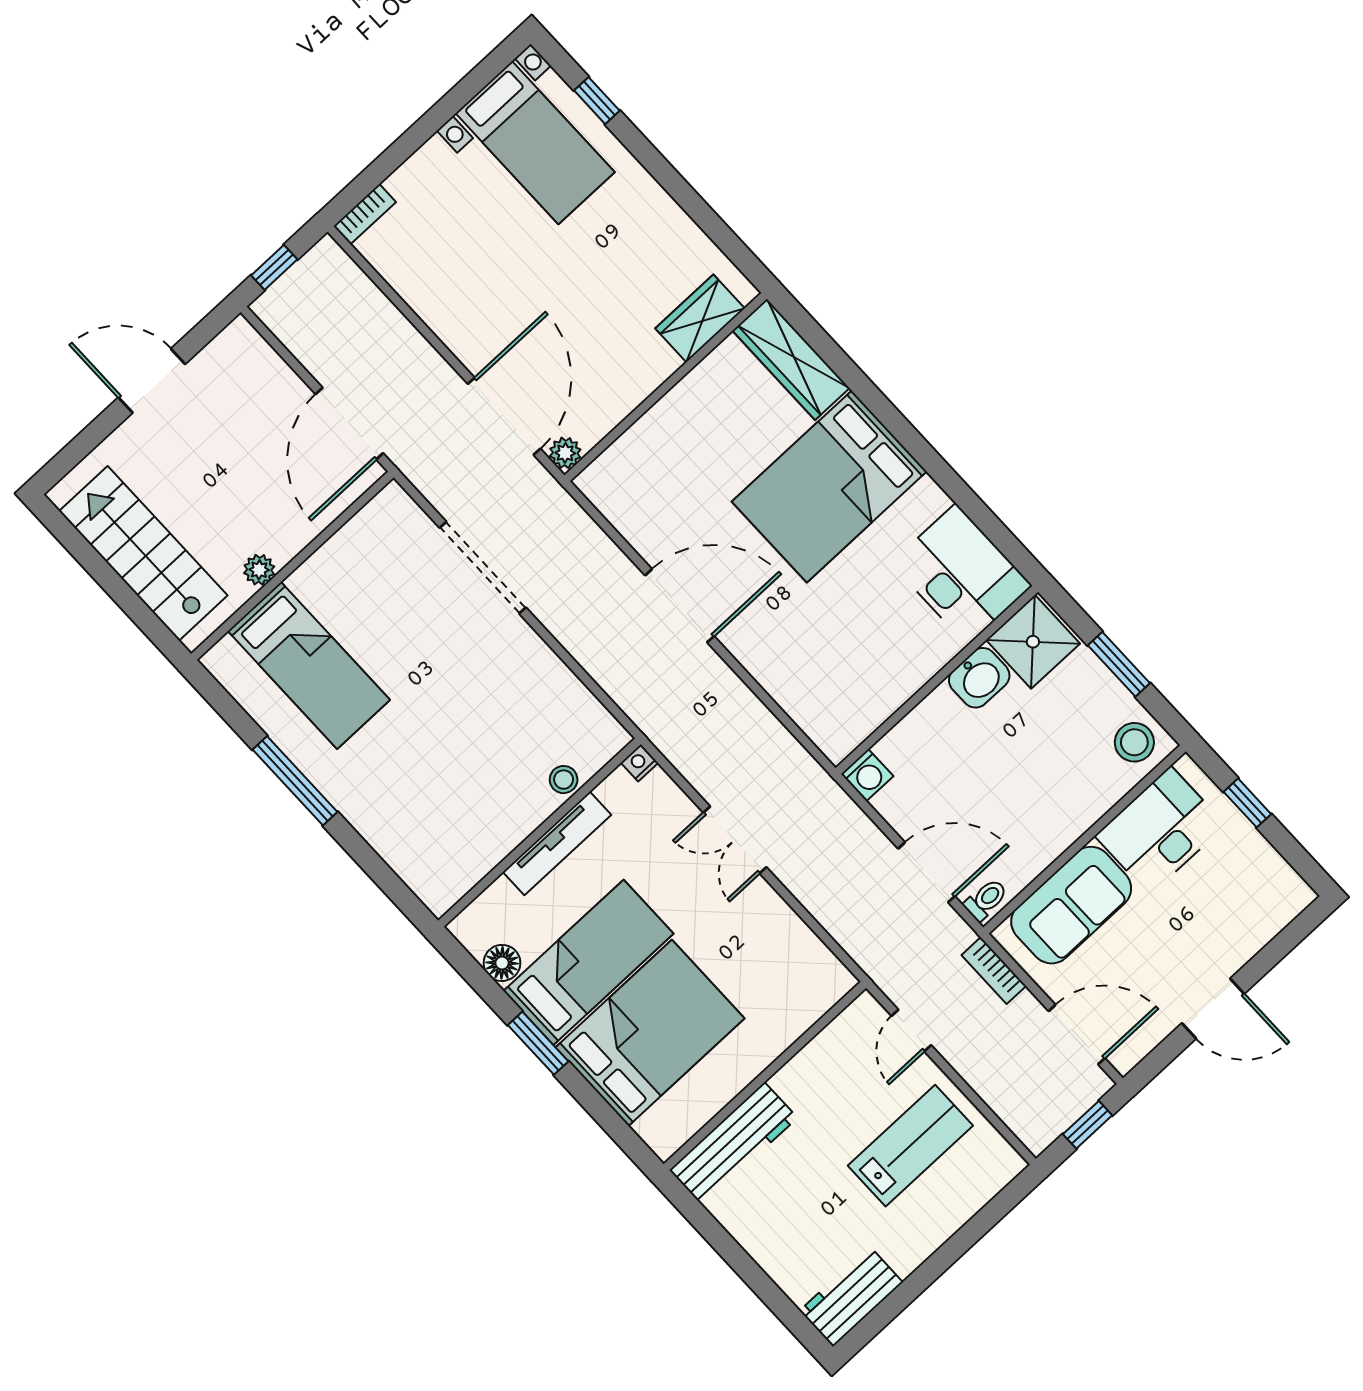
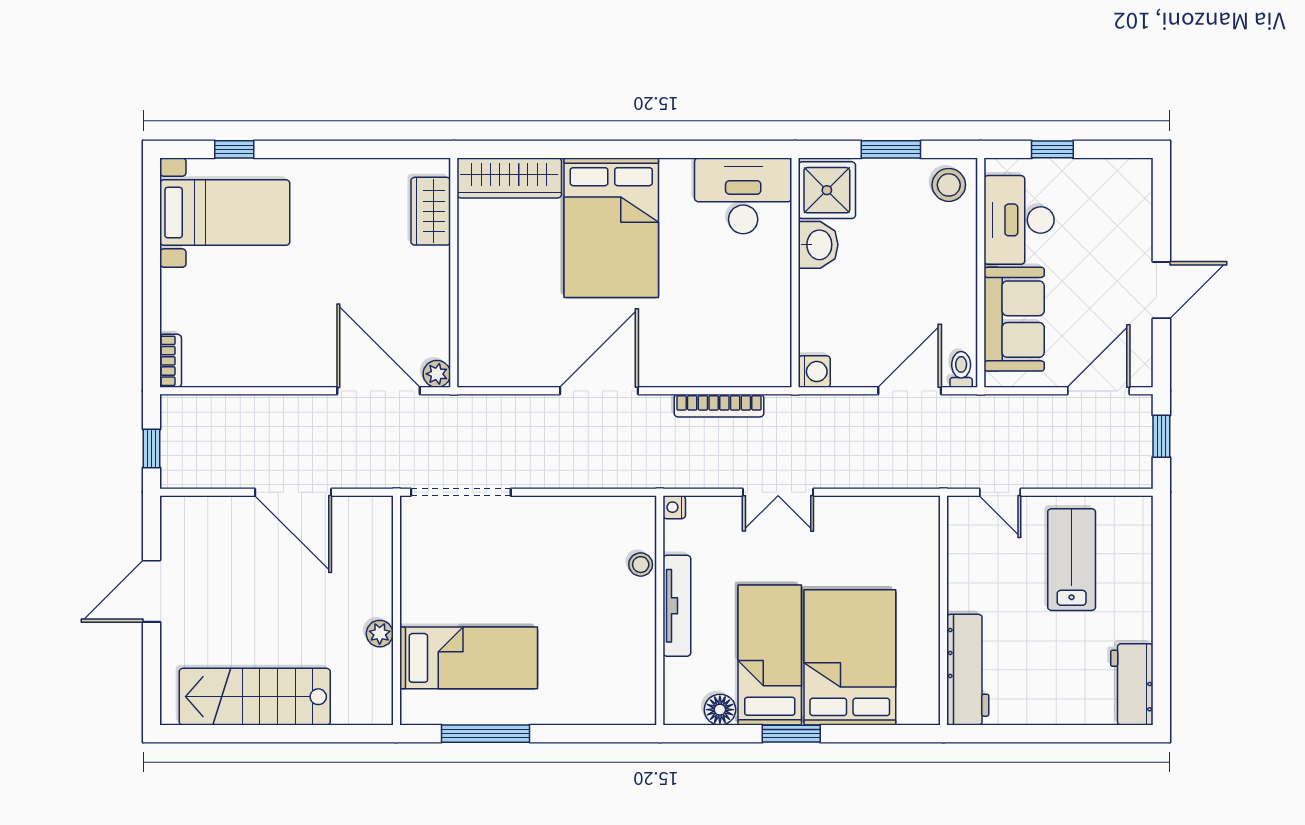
wall: (292, 566) -> (396, 610), moved
plant: (259, 570) -> (380, 634), moved
bed: (309, 665) -> (469, 658), moved
bookcase: (994, 971) -> (719, 406), moved, width x1.56

